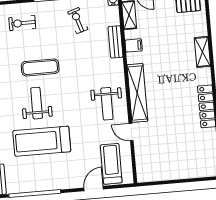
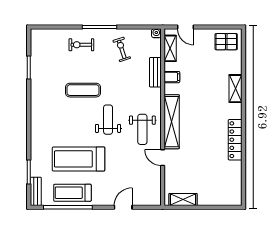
exercise bike: (22, 23) -> (81, 45), moved
weight bench: (37, 103) -> (108, 120), moved
treadmill: (111, 164) -> (72, 193), moved, turned -90
shelving: (157, 175) -> (183, 200), added

